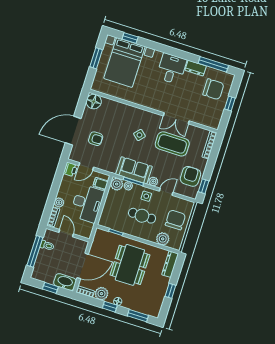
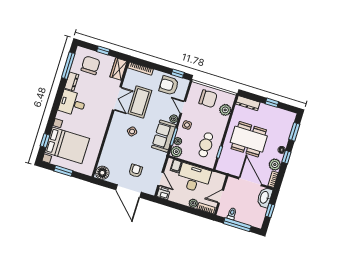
wardrobe: (209, 120) -> (119, 69), added
cafe table: (142, 216) -> (206, 145), moved
chair: (175, 220) -> (208, 99), turned 180

